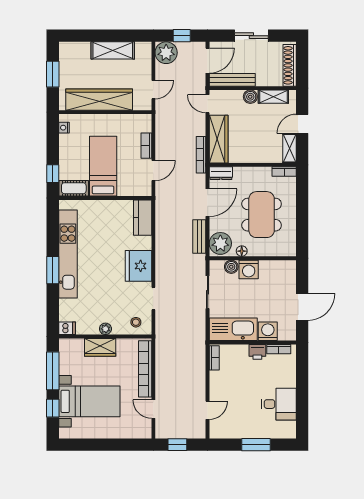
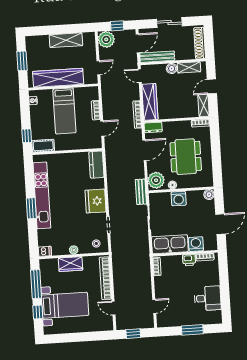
bed: (103, 166) -> (64, 111), moved, turned 180
bench: (199, 237) -> (141, 192), moved
boiler: (231, 267) -> (209, 195), moved

